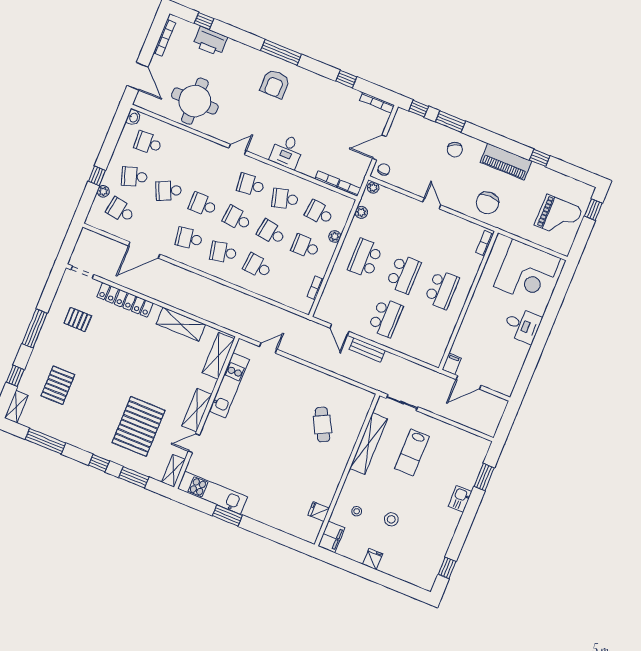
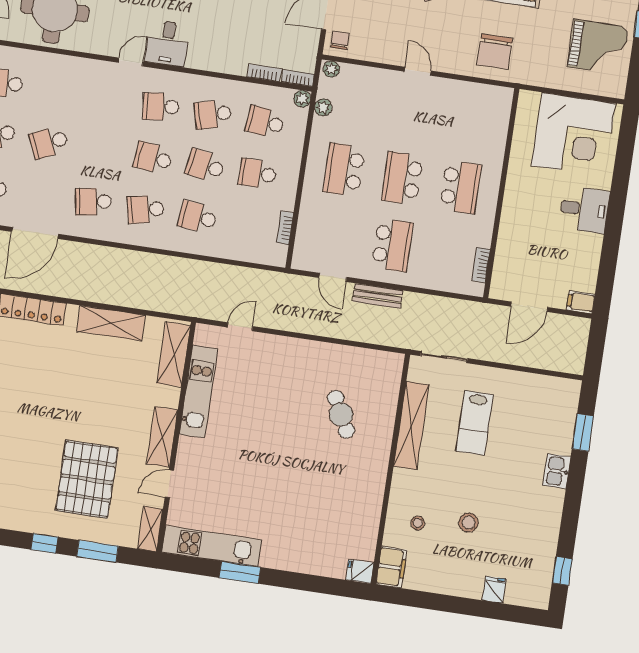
desk: (287, 151) -> (167, 43), moved
school desk: (203, 205) -> (101, 150), removed
plant: (335, 236) -> (302, 99), moved
bookcase: (485, 243) -> (481, 265), moved
school desk: (403, 274) -> (402, 178), turned 180
filing cabinet: (452, 364) -> (581, 302), moved, turned -90
fridge: (319, 512) -> (360, 571), moved
fridge: (373, 559) -> (494, 590), moved

